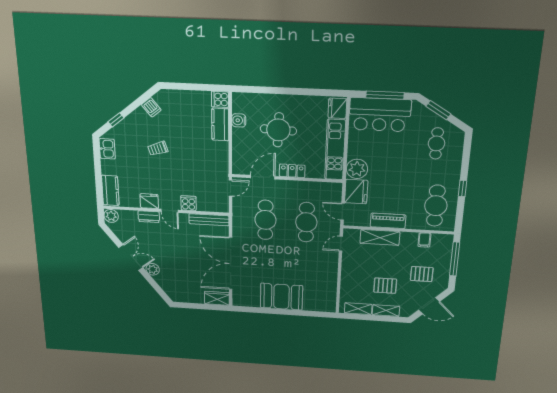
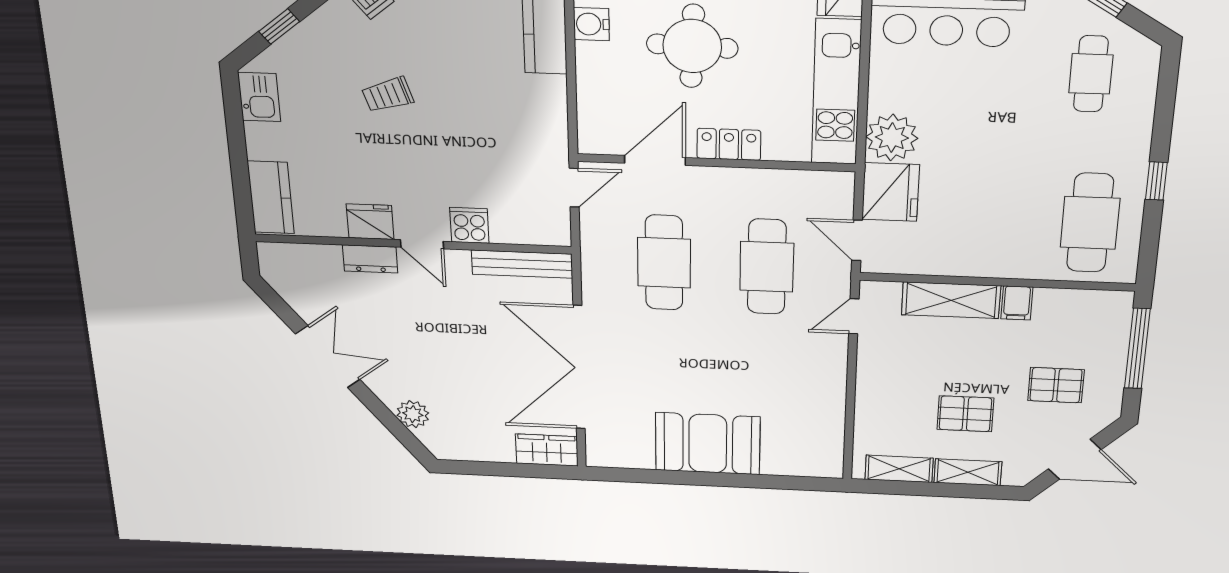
plant: (111, 216) -> (275, 258), removed
piano: (388, 221) -> (971, 261), removed
filing cabinet: (424, 240) -> (1017, 303), moved
plant: (153, 269) -> (413, 414), moved

